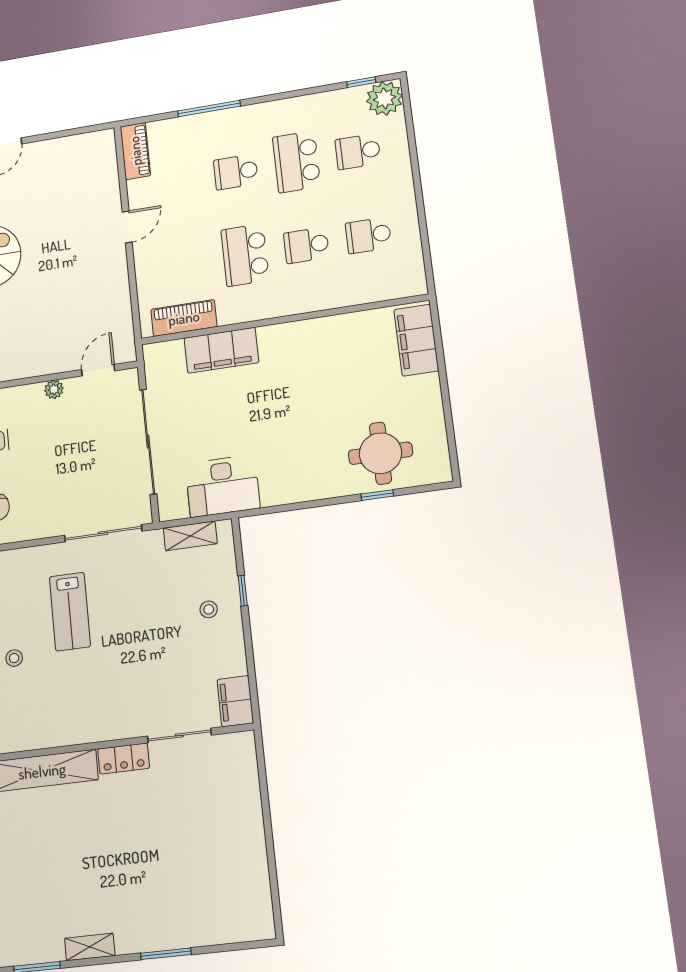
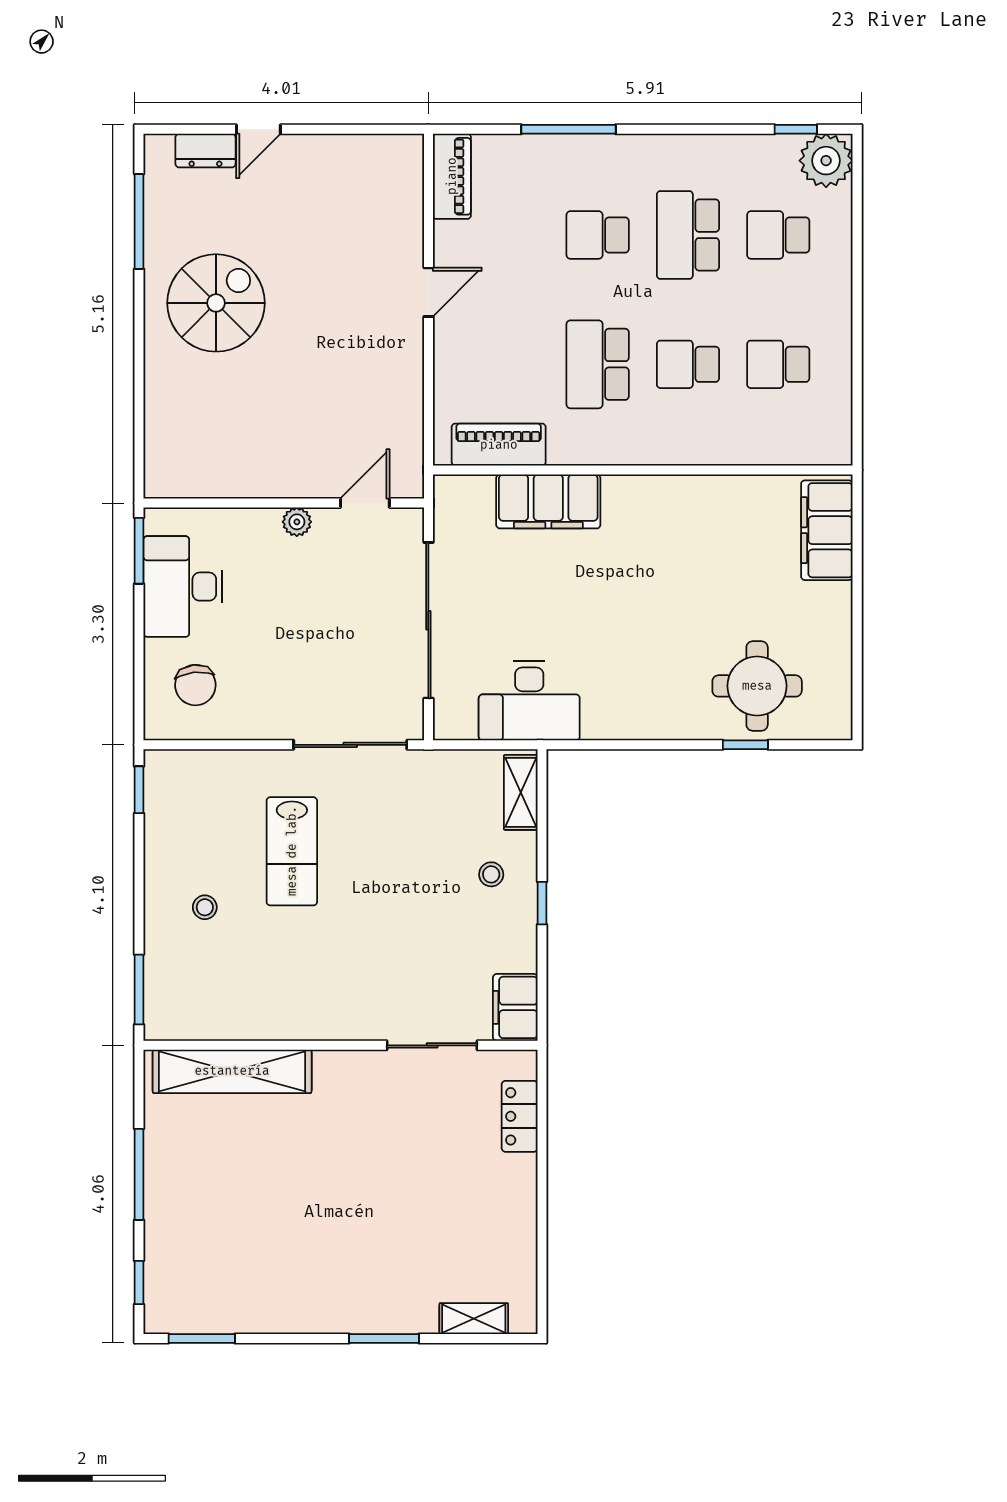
shelving: (190, 536) -> (521, 792), moved, turned 90
window: (243, 591) -> (542, 903), moved
locker: (124, 758) -> (520, 1116), moved, turned 90
shelving: (90, 947) -> (474, 1319), moved

